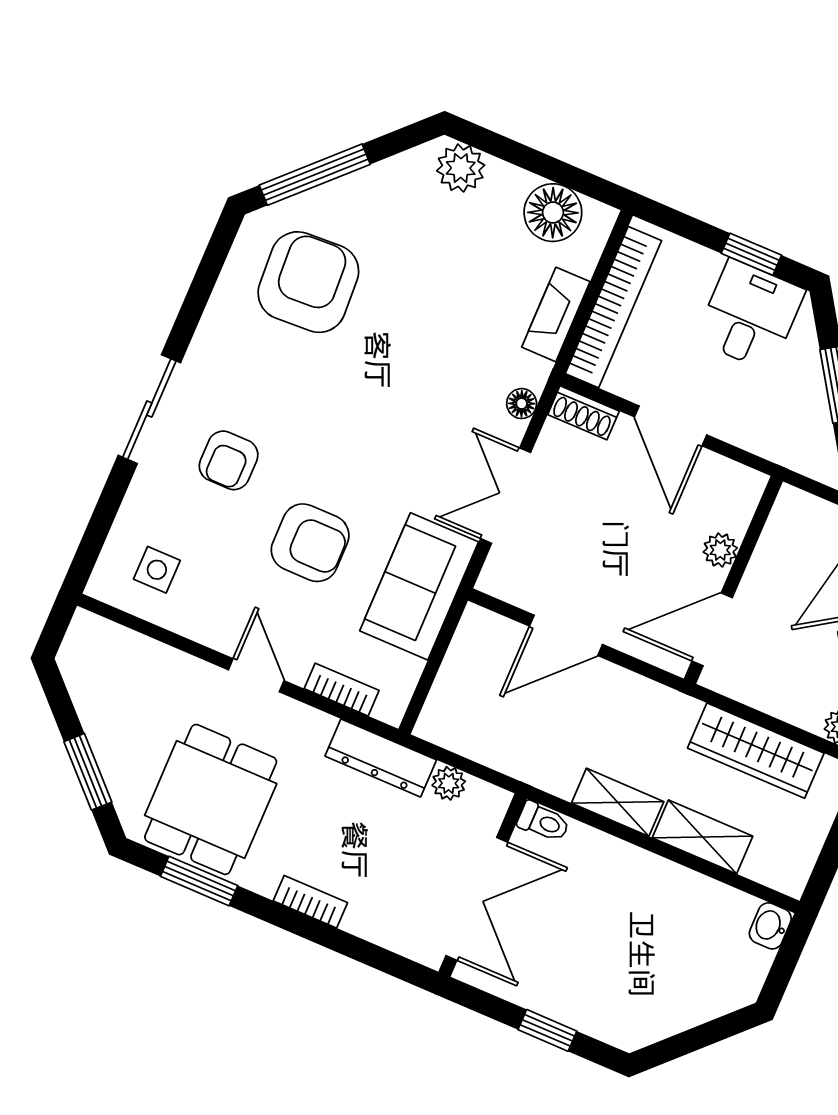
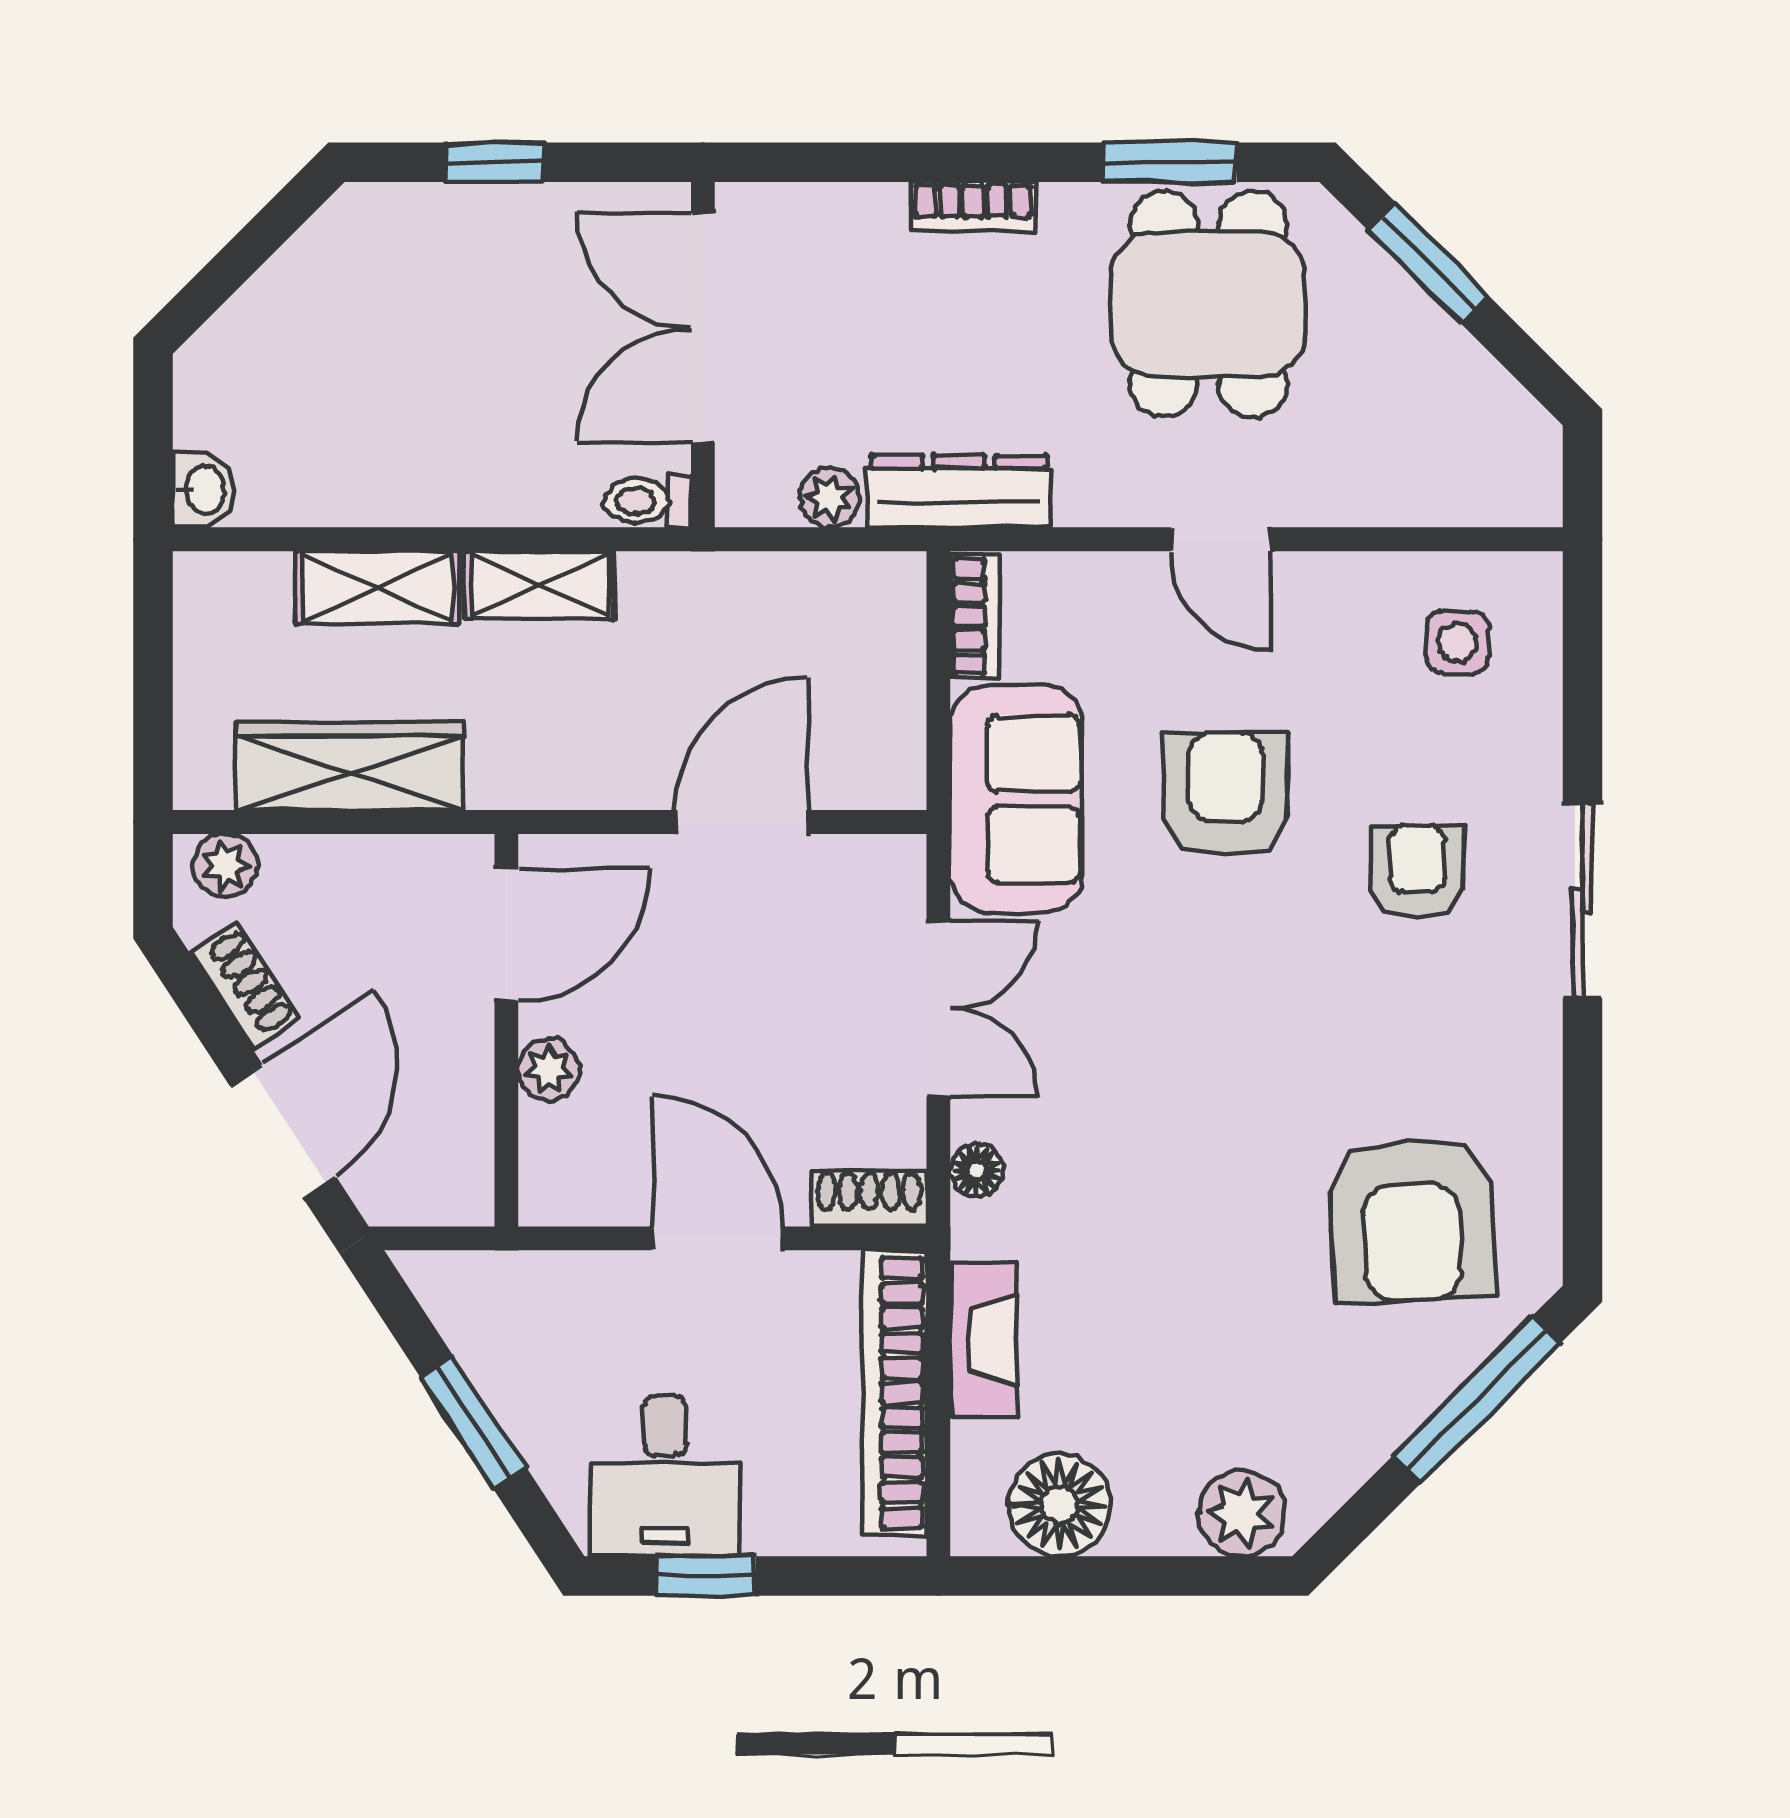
armchair: (310, 543) -> (1225, 794), turned 90
bookcase: (342, 690) -> (975, 616), moved, turned -90

